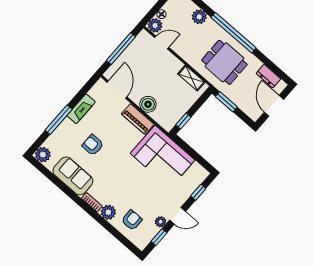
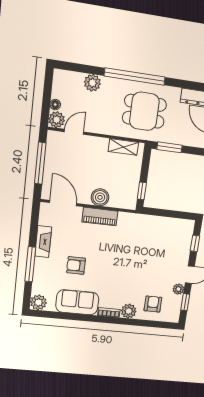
corner sofa: (163, 157) -> (144, 234), removed

